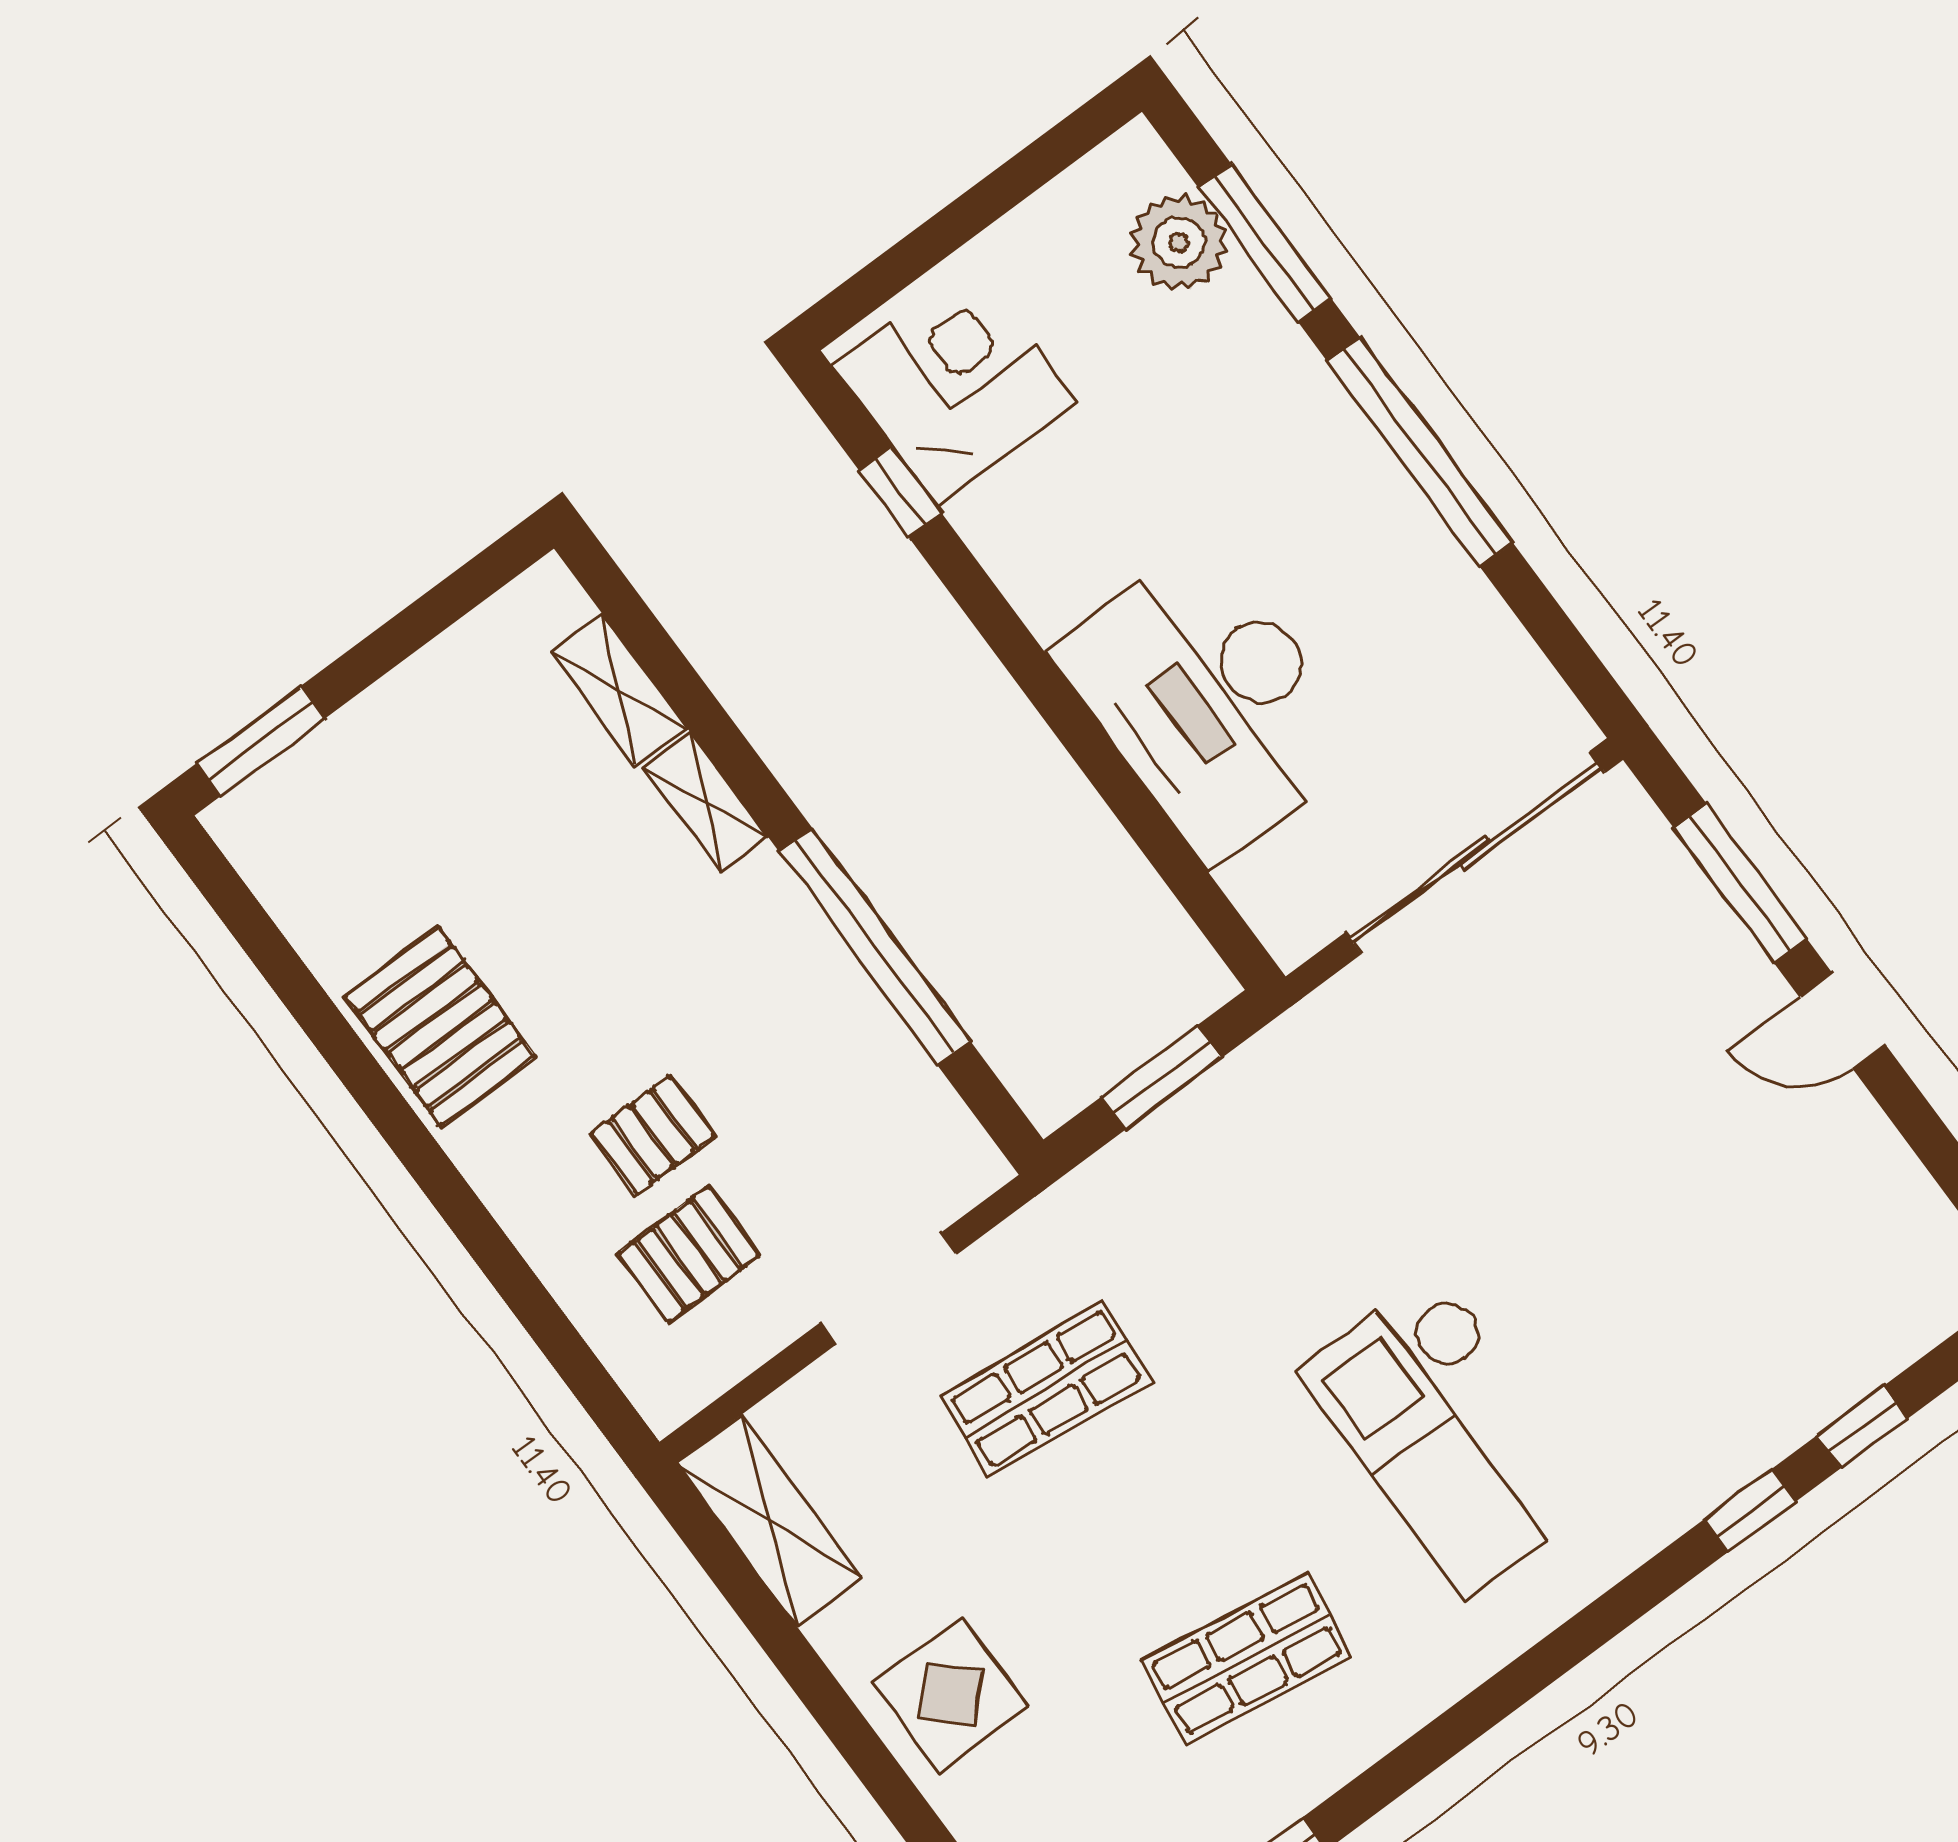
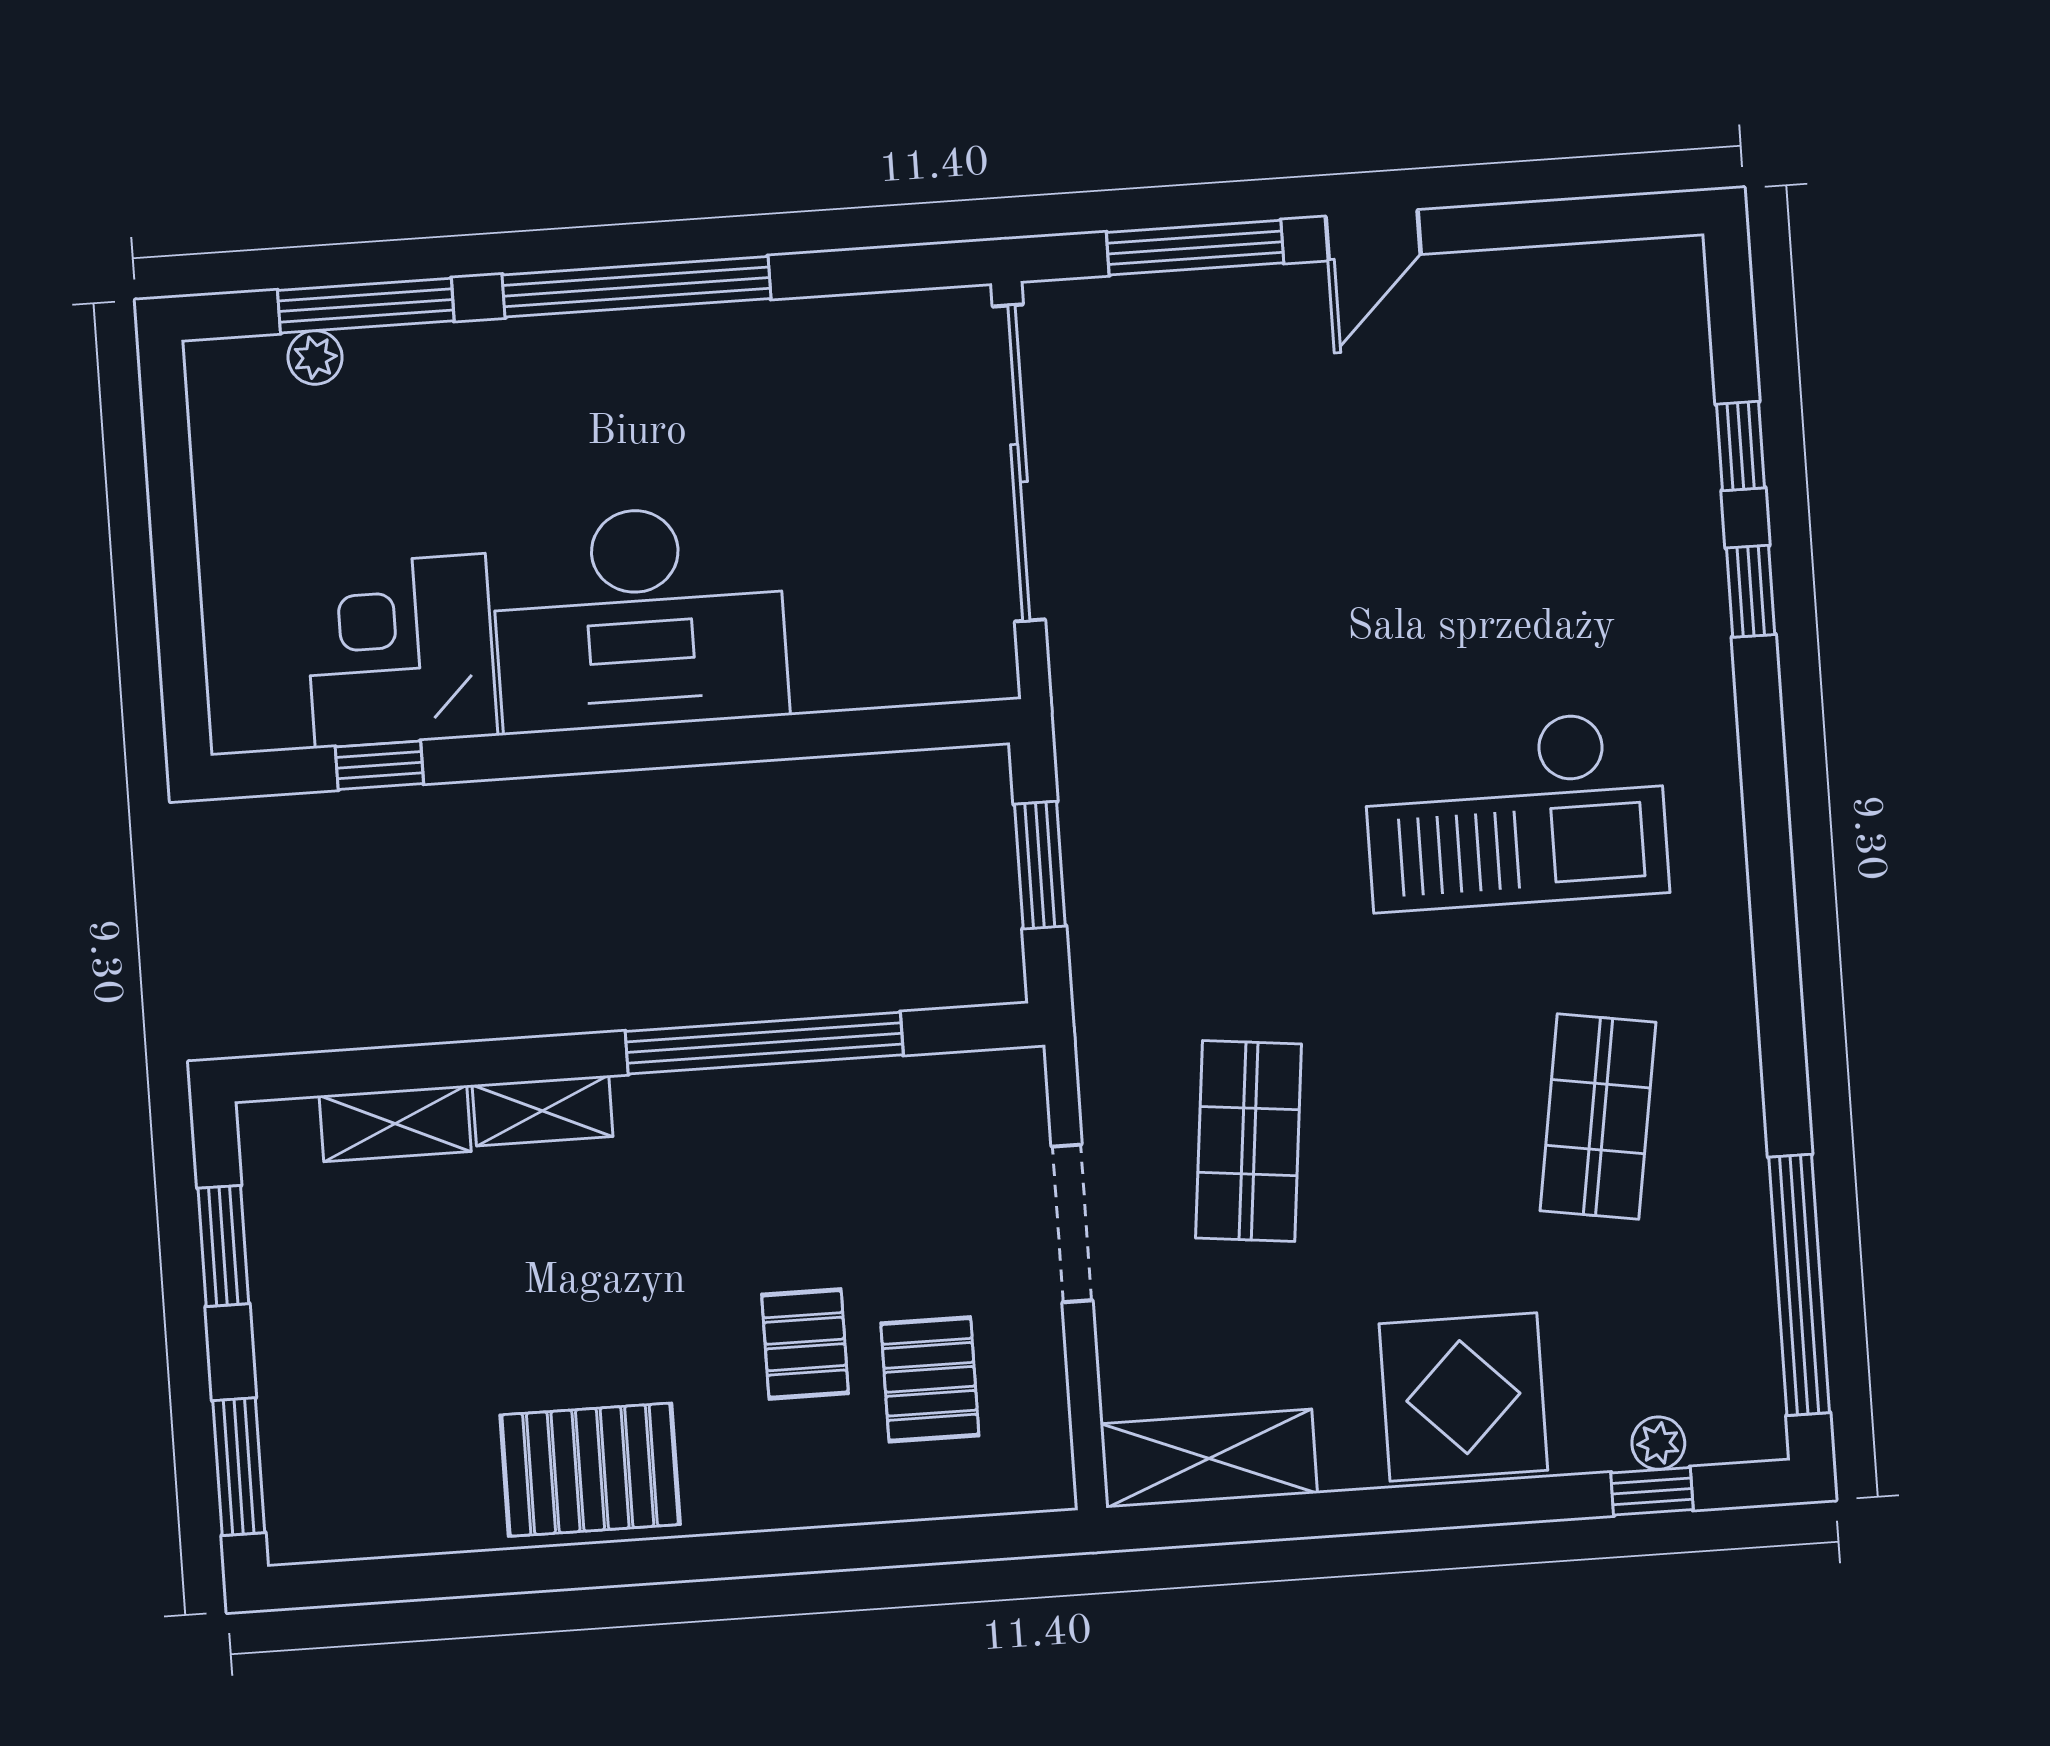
plant: (1179, 243) -> (315, 357), width x0.53, depth x0.53
corner desk: (955, 384) -> (400, 651), moved
window: (431, 614) -> (223, 1246), added
desk: (1209, 701) -> (639, 618), moved
display table: (950, 1695) -> (1463, 1397), width x1.36, depth x1.36

